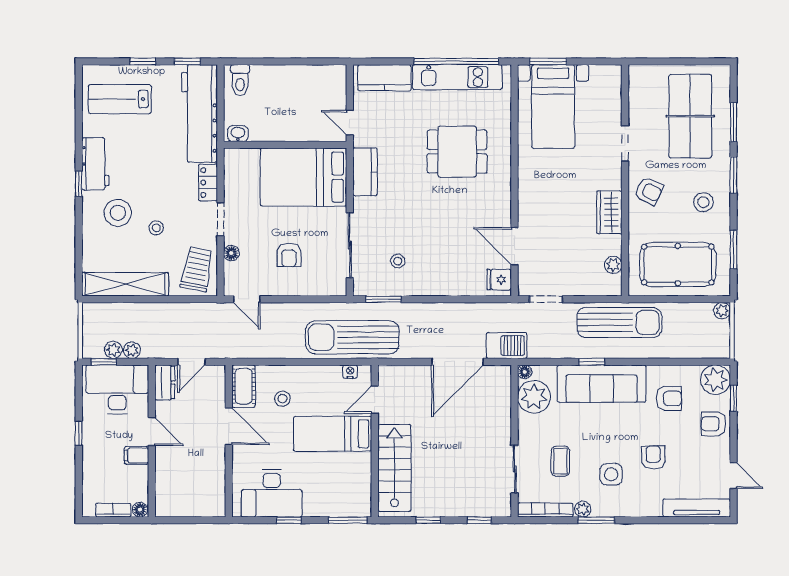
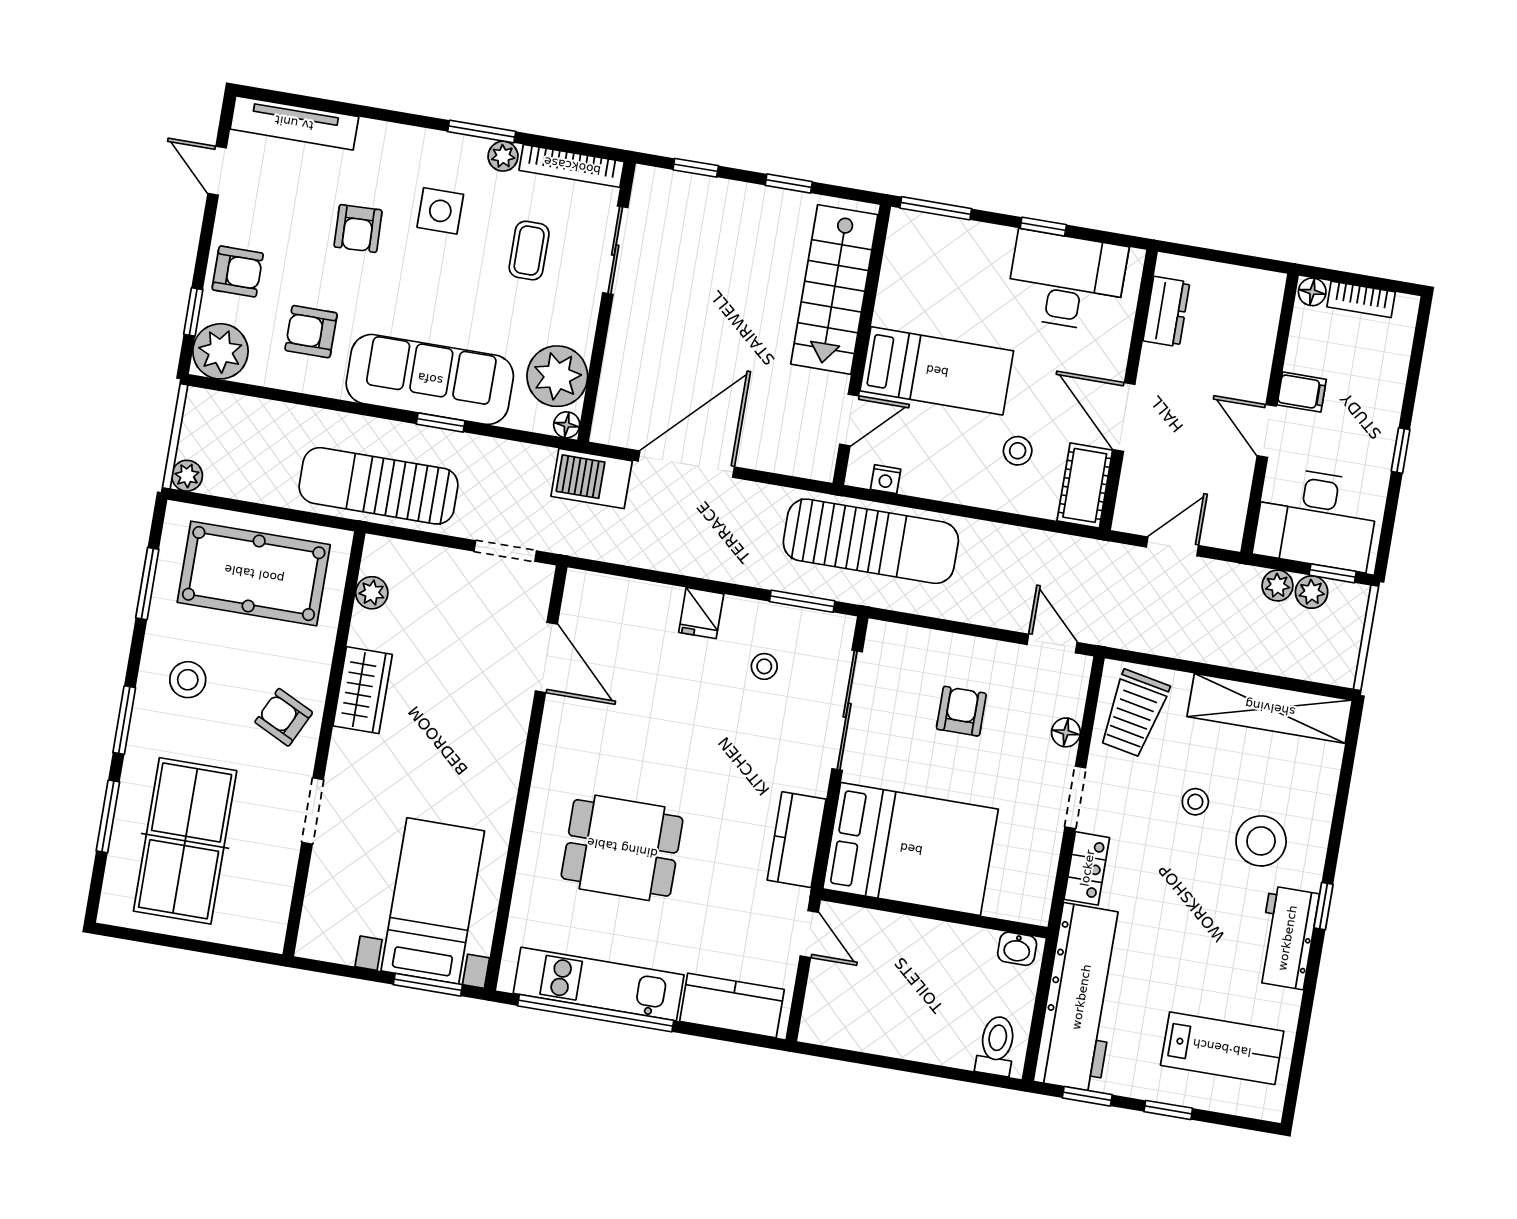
fridge: (499, 280) -> (701, 613), moved, turned 90
dresser: (165, 383) -> (1166, 312), moved, turned 180

